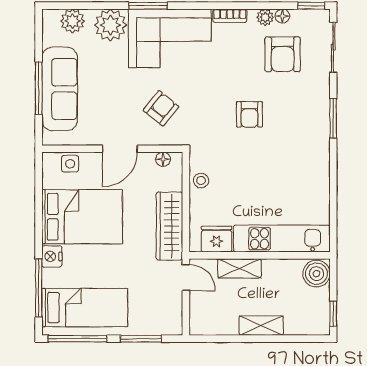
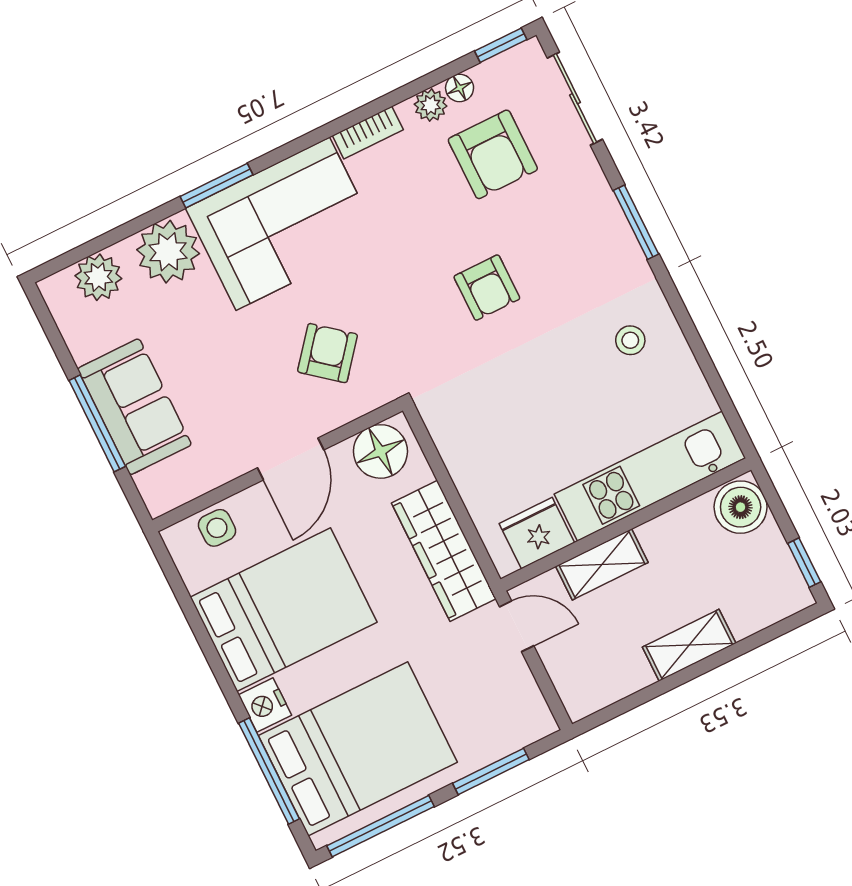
sofa: (60, 89) -> (134, 407), width x0.73
floor lamp: (163, 159) -> (380, 451), width x1.89, depth x1.89
stool: (201, 181) -> (630, 340), moved
bed: (85, 308) -> (358, 749), width x1.50

